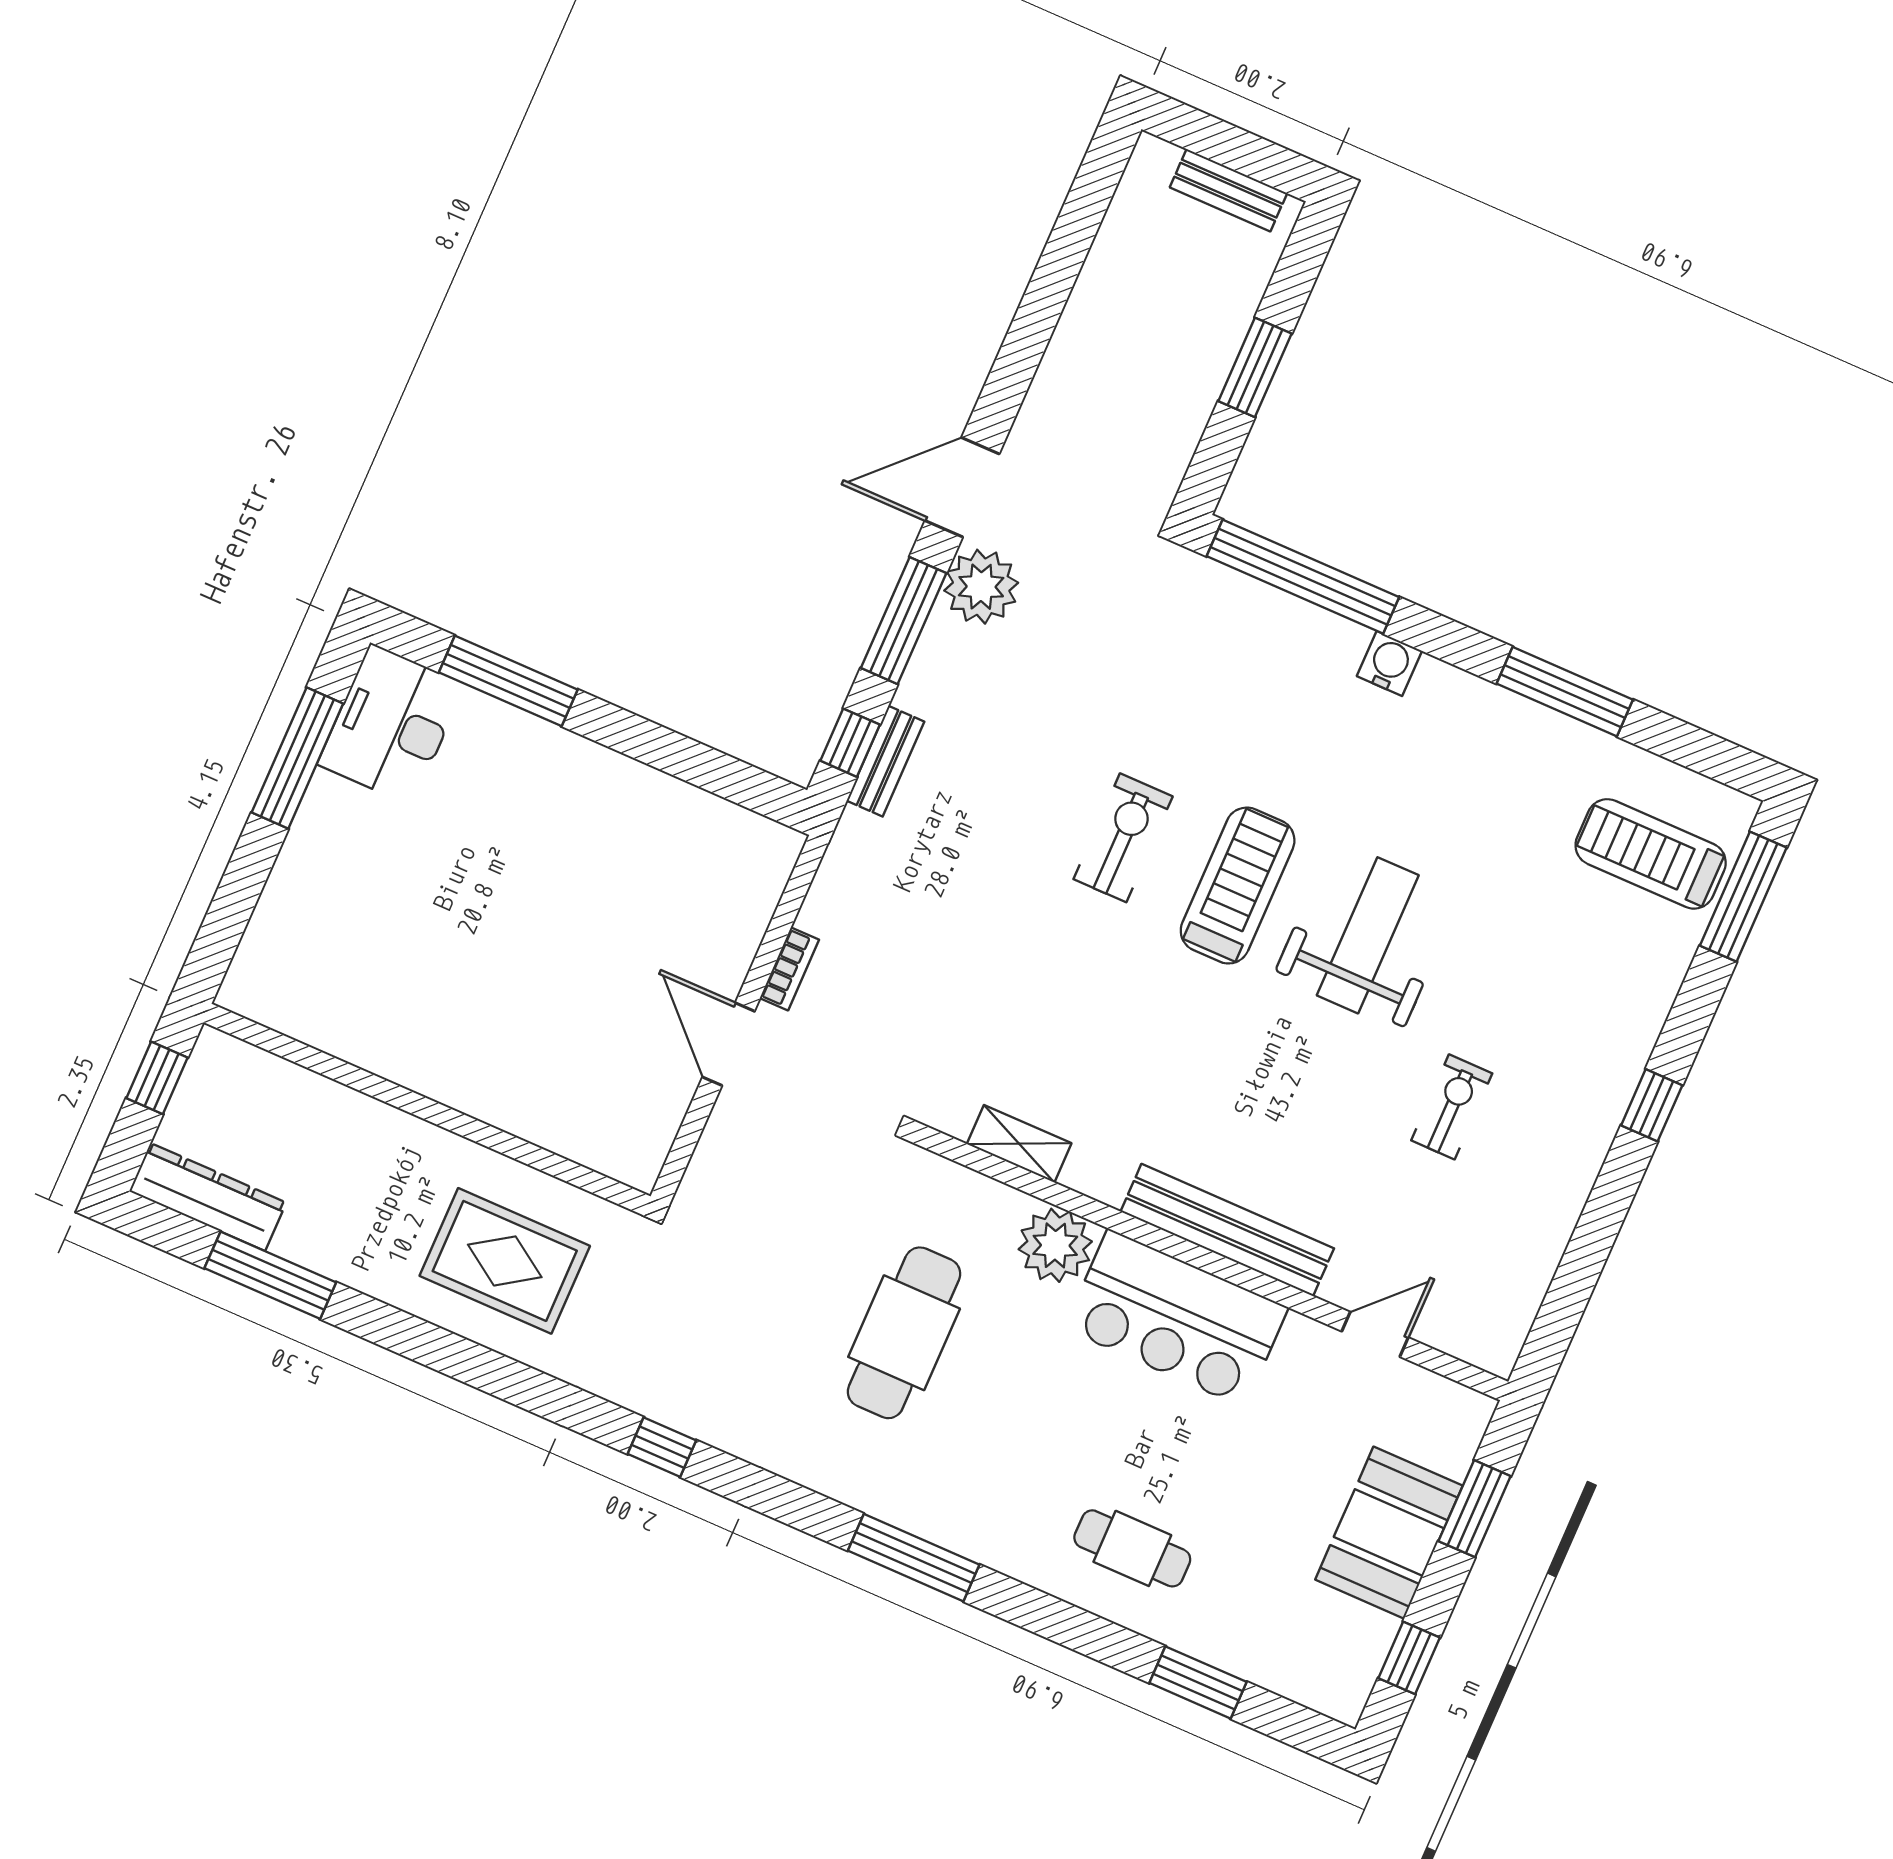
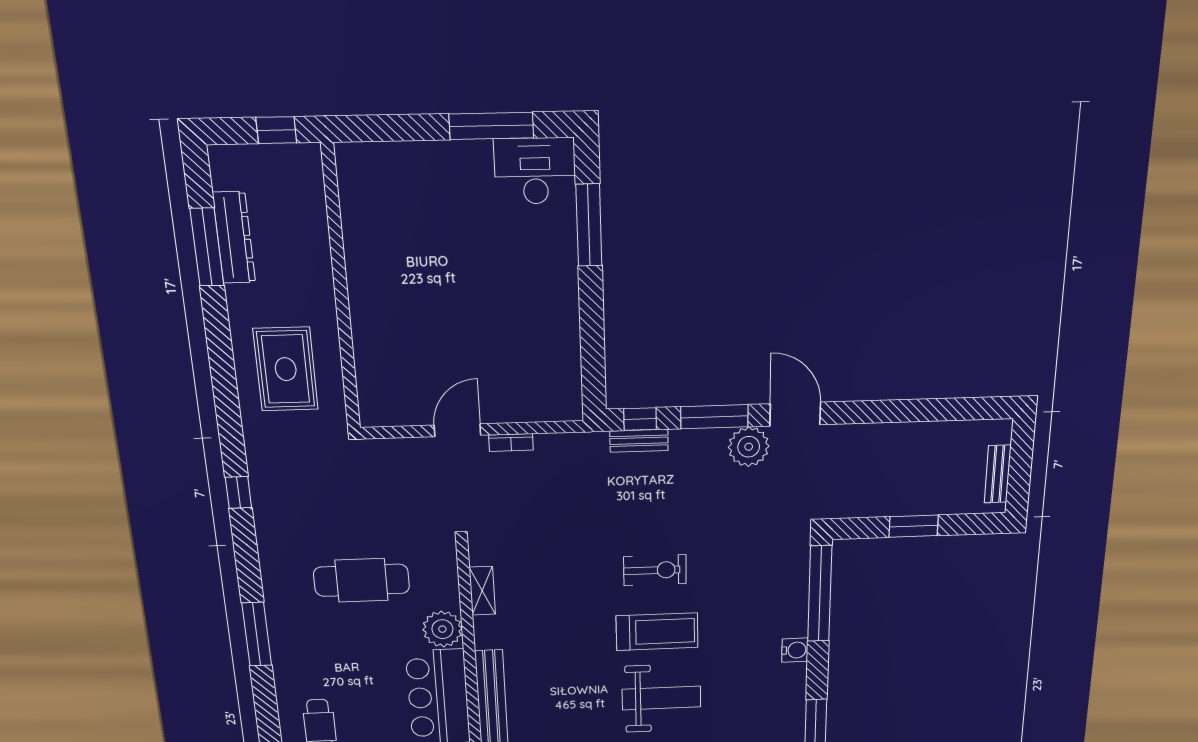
dresser: (208, 1197) -> (234, 238), moved

